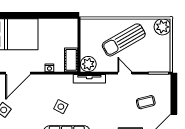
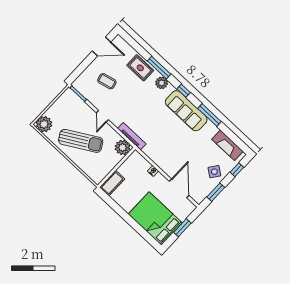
cot: (71, 60) -> (112, 183), moved
door: (18, 73) -> (179, 188), hinge flipped
side table: (61, 107) -> (171, 135), removed

